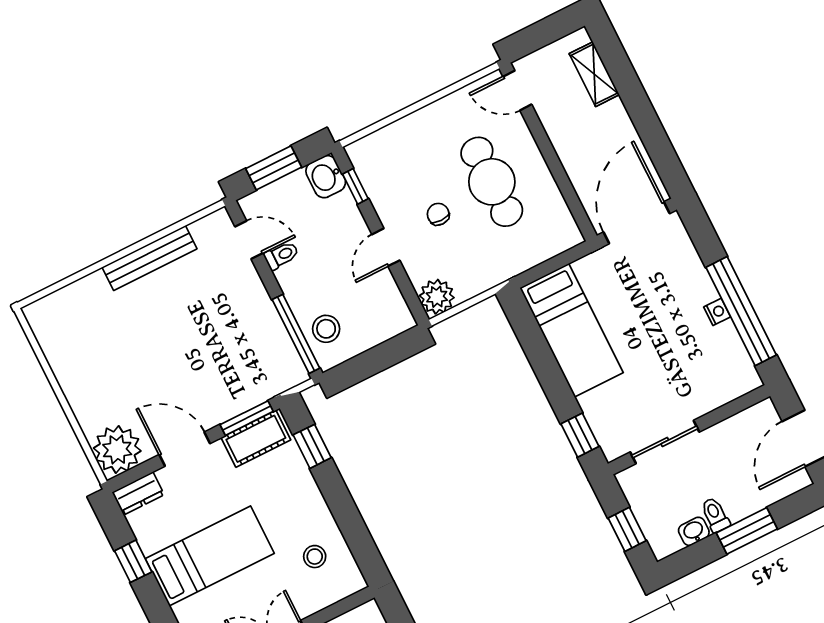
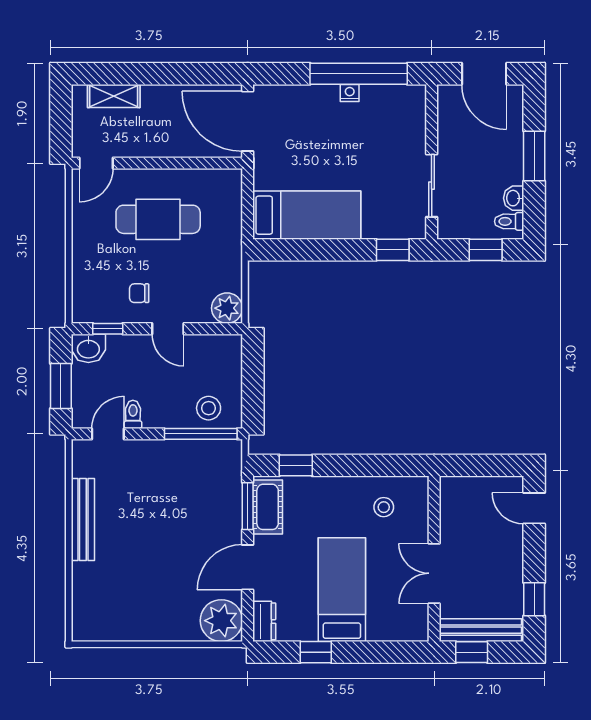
chair: (438, 214) -> (139, 293), moved
toilet: (715, 515) -> (509, 221), moved

